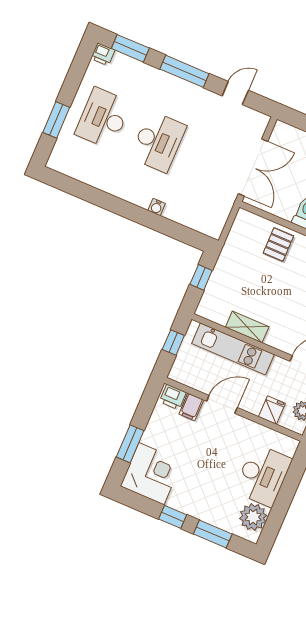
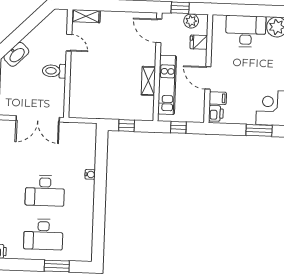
desk: (158, 142) -> (45, 191), turned 180
double door: (253, 167) -> (38, 119), swing flipped
pallet: (278, 245) -> (84, 81), removed

